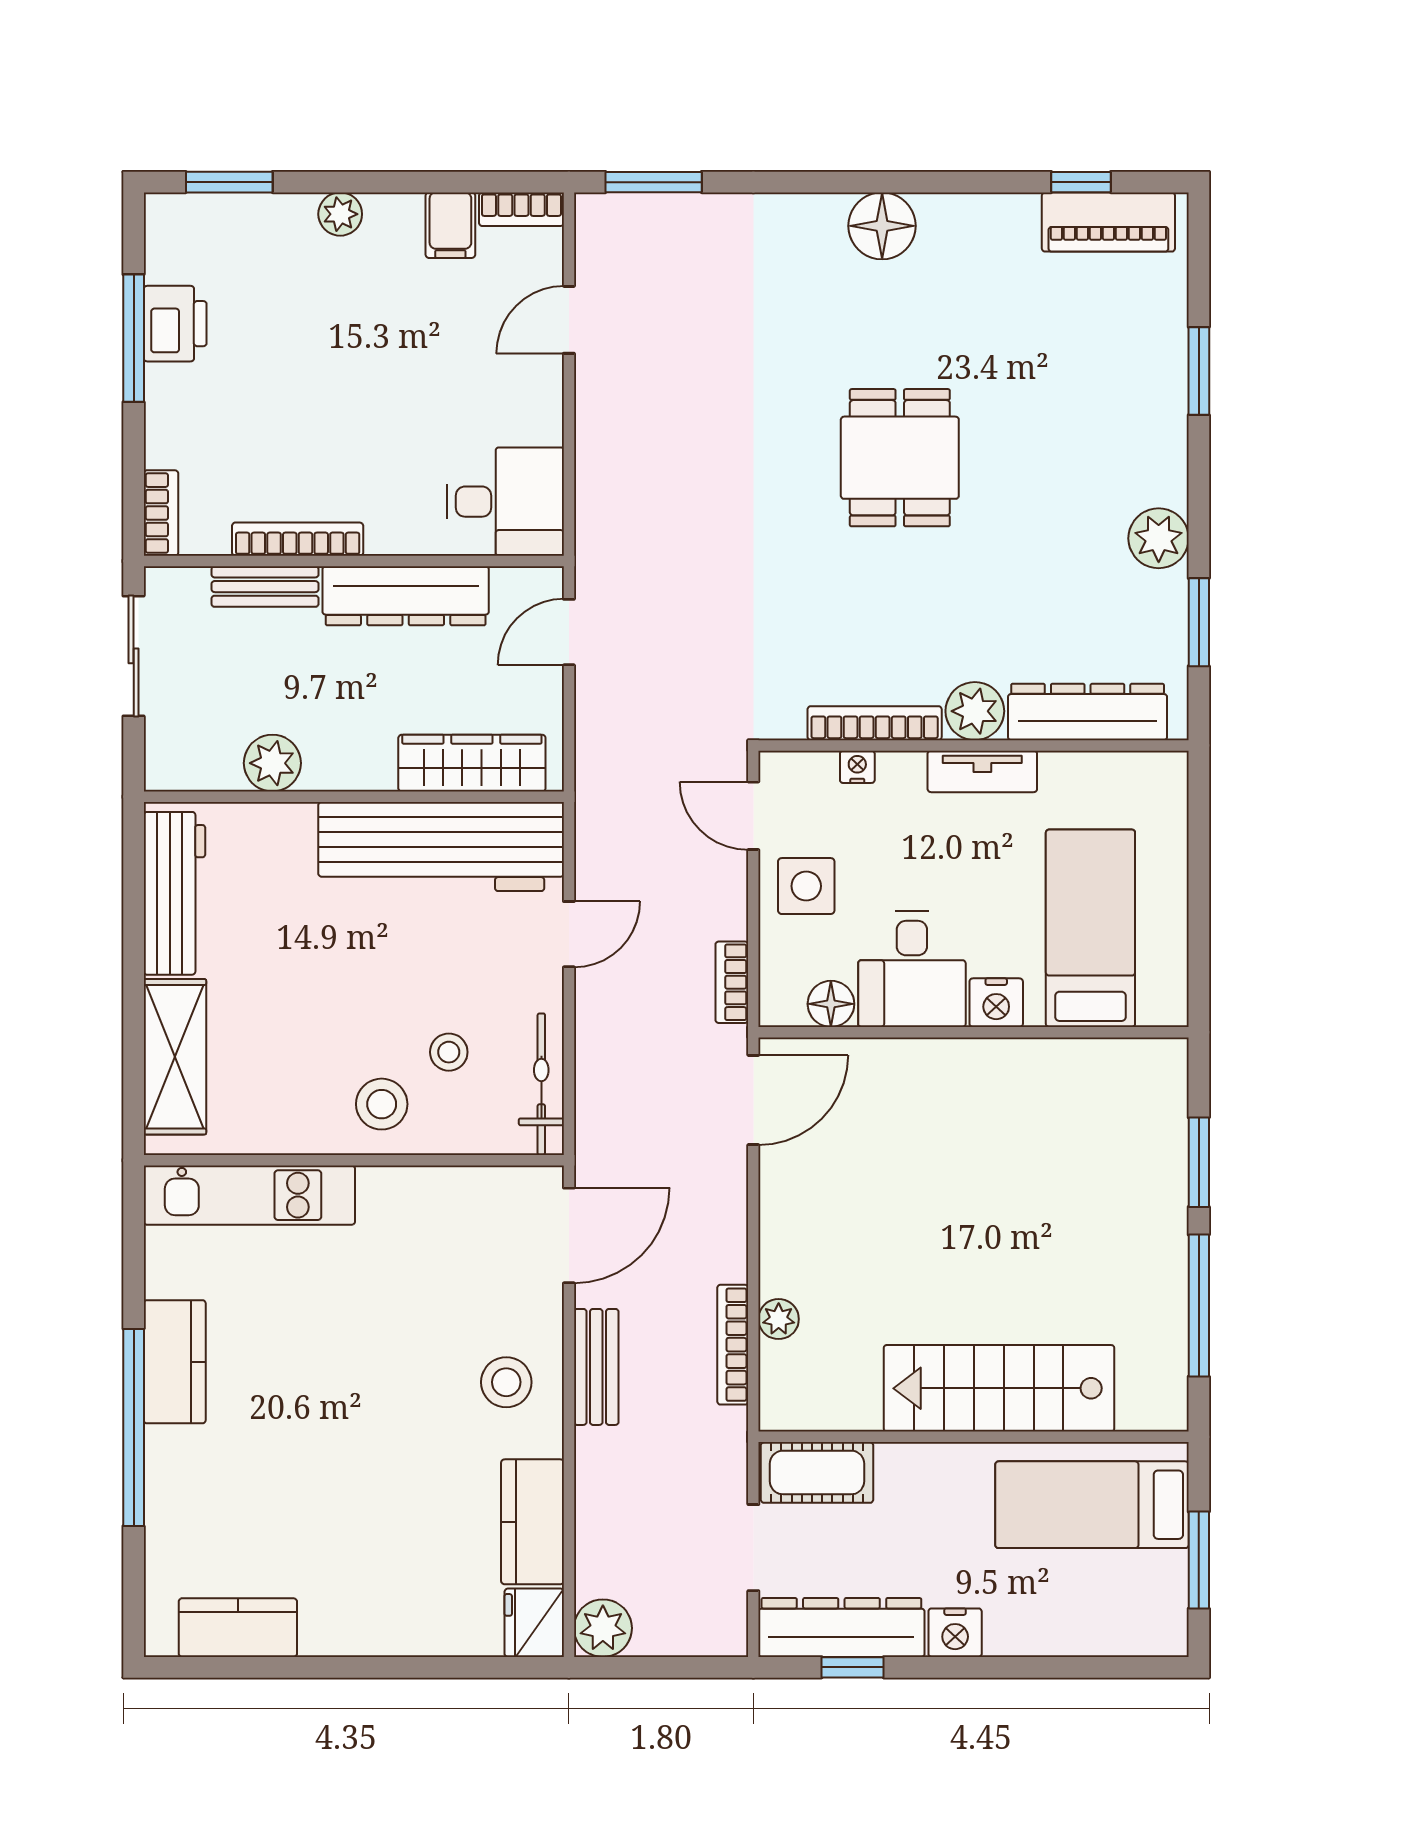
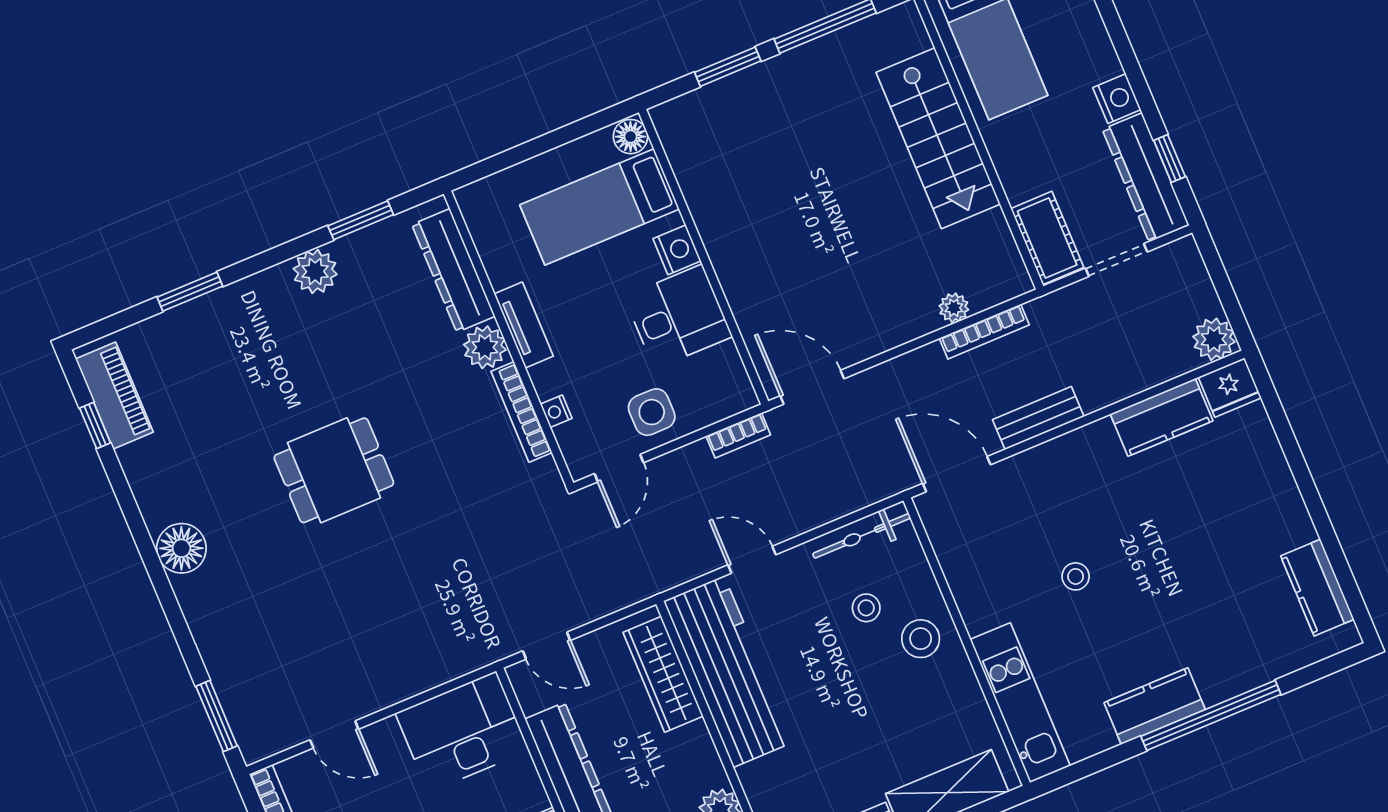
desk: (505, 502) -> (462, 732), width x1.37
floor lamp: (831, 1004) -> (631, 137), moved
stool: (506, 1382) -> (1076, 576), moved, width x0.73, depth x0.73

